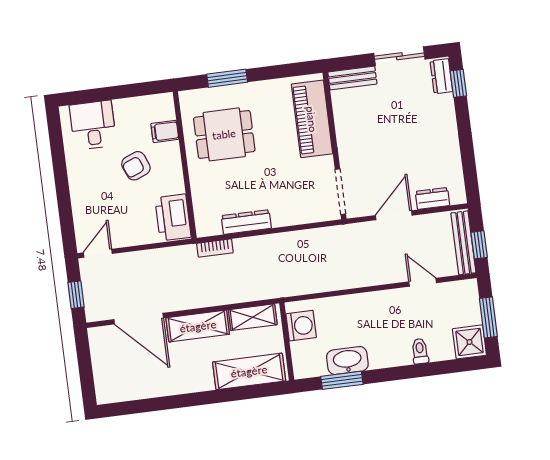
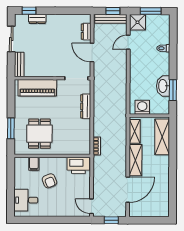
dresser: (441, 76) -> (37, 19), moved
dresser: (246, 222) -> (86, 106), moved
shower: (469, 342) -> (138, 22), moved

